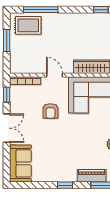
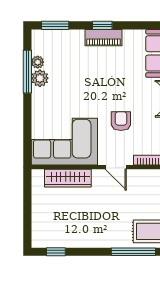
piano: (92, 176) -> (104, 38), moved

